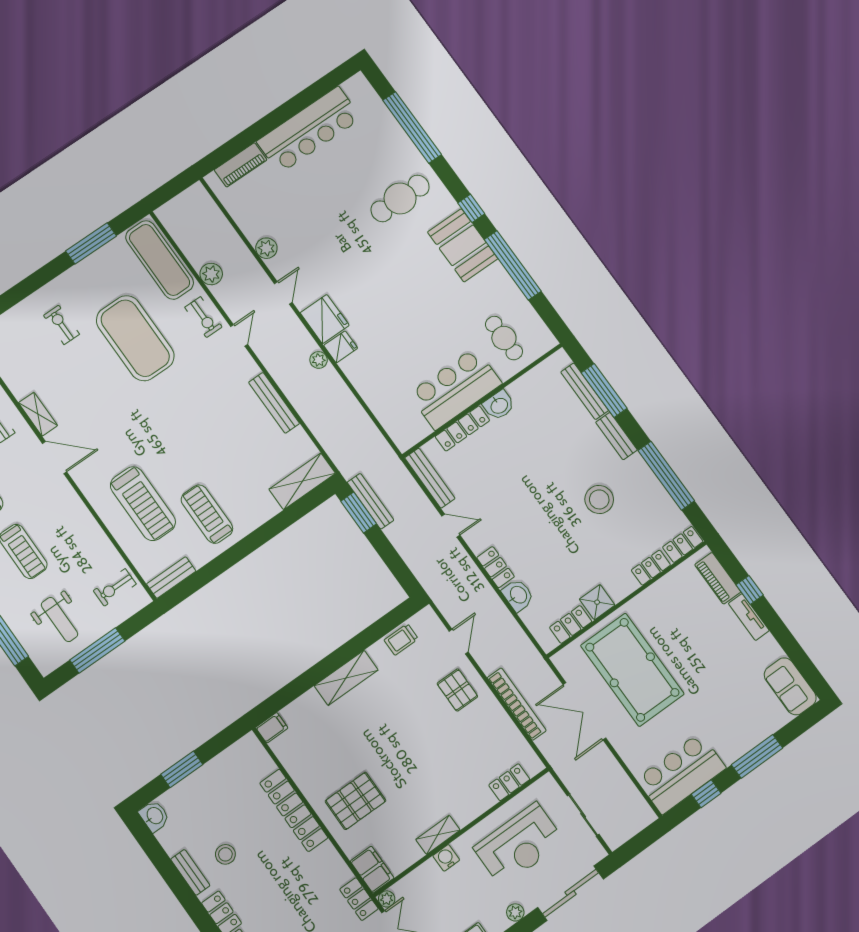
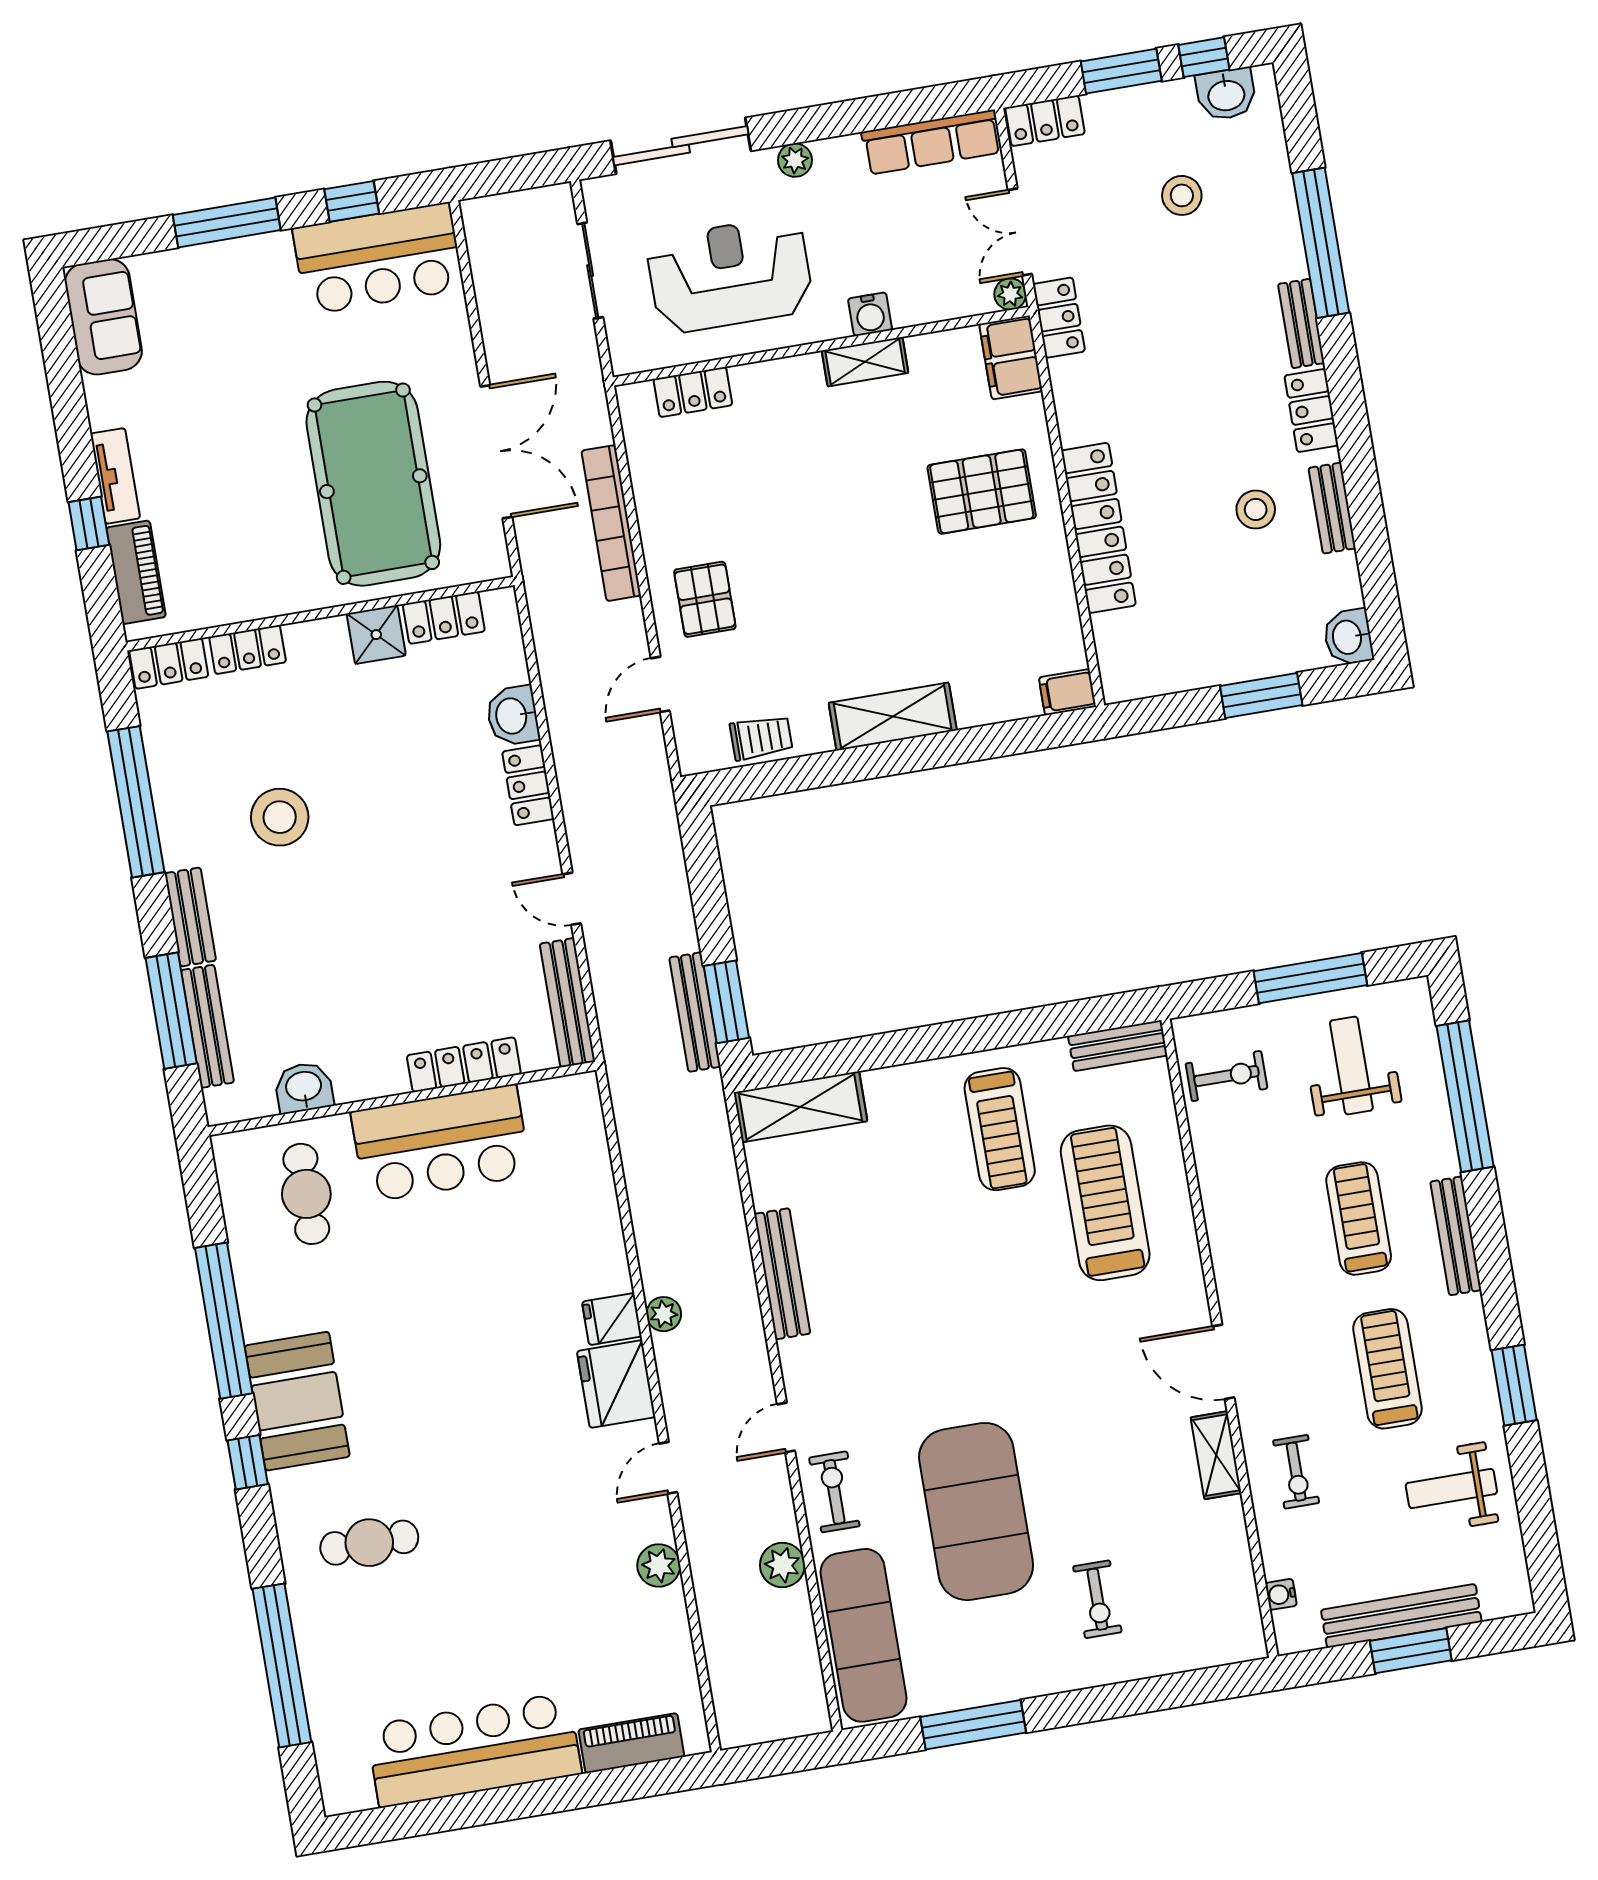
cafe table: (400, 198) -> (369, 1543), width x0.73, depth x0.74
washbasin: (499, 405) -> (304, 1087), moved

